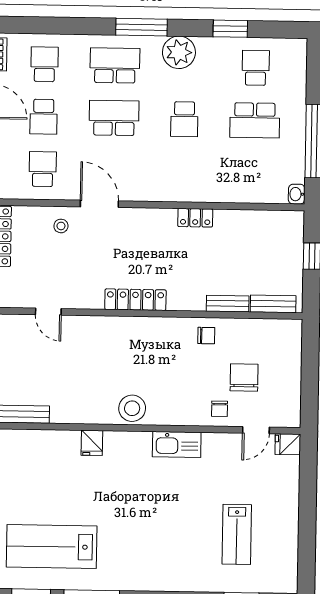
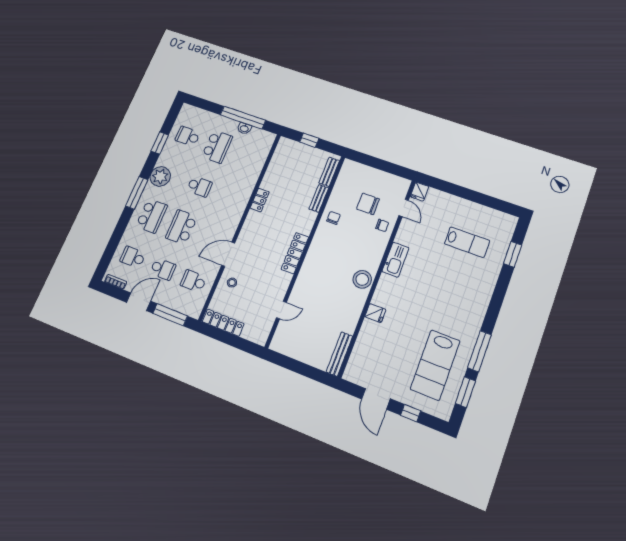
school desk: (115, 65) -> (152, 216), turned 180
washbasin: (297, 194) -> (244, 128), moved

